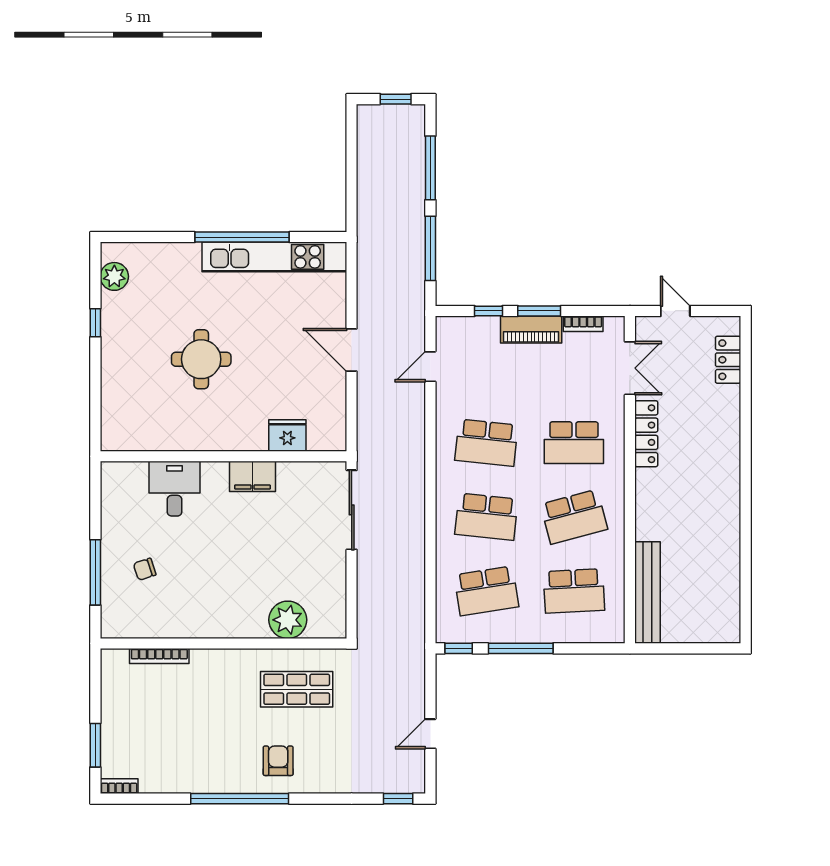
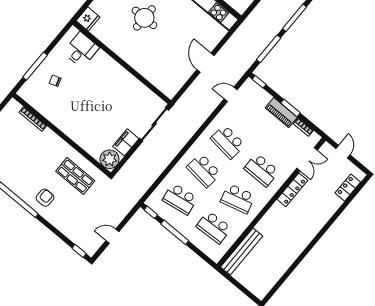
window: (489, 311) -> (259, 82), moved
fridge: (287, 435) -> (88, 19), moved, turned 90
filing cabinet: (252, 476) -> (126, 142), moved, turned 90
desk: (175, 489) -> (81, 50), moved
plant: (288, 620) -> (110, 159), moved

